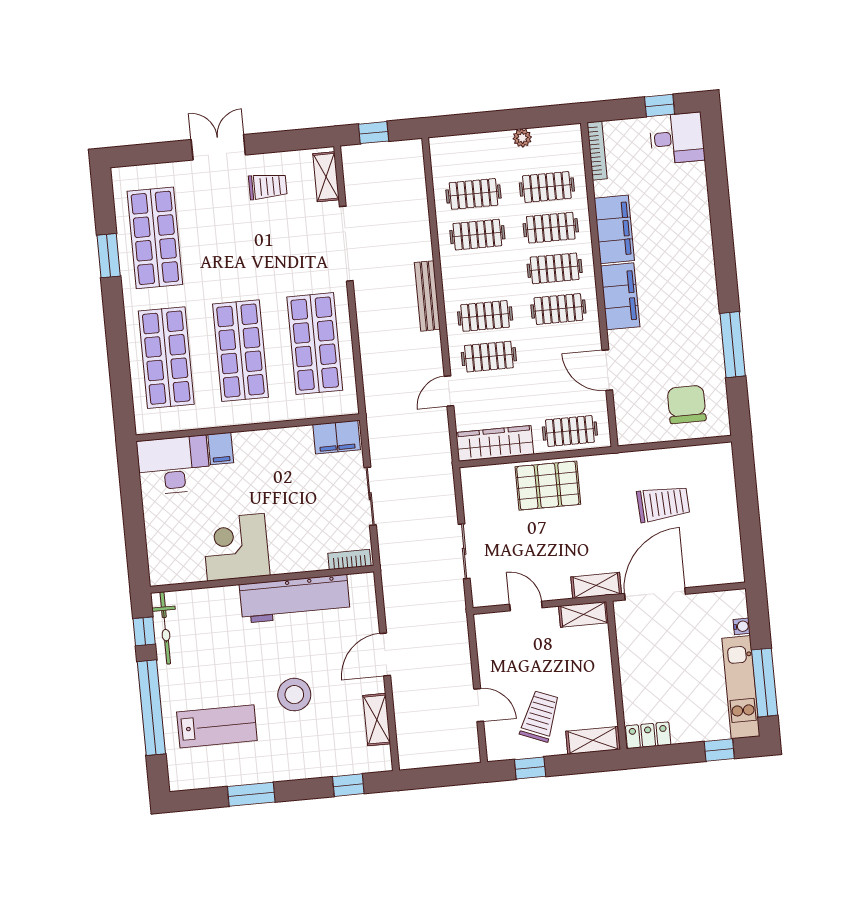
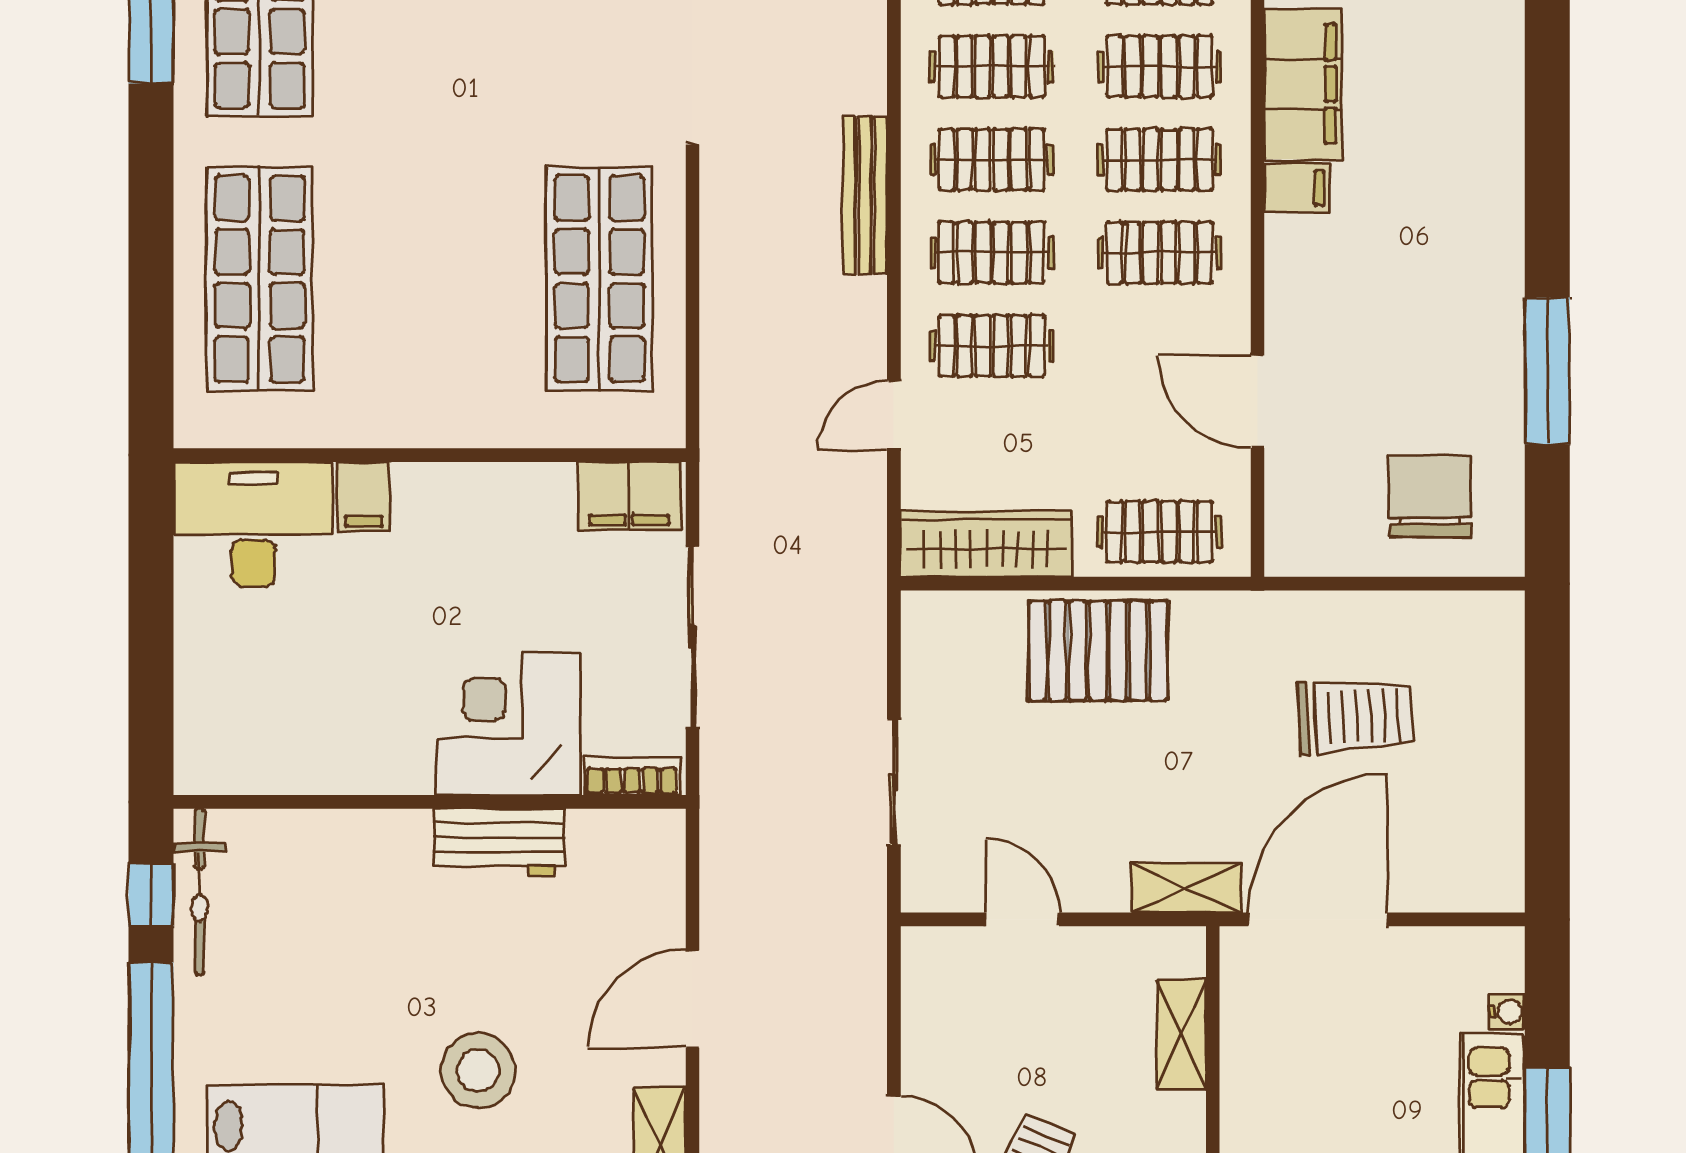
clothes rail: (481, 275) -> (992, 160), added
filing cabinet: (620, 296) -> (1297, 188), width x0.33, depth x0.86
shop shelf: (240, 351) -> (430, 279), removed
sliding door: (370, 496) -> (692, 637), width x1.37
corner desk: (236, 547) -> (508, 724), moved
workbench: (295, 599) -> (499, 842), width x0.53, depth x0.76
shelving: (584, 614) -> (1181, 1034), moved, turned 90

